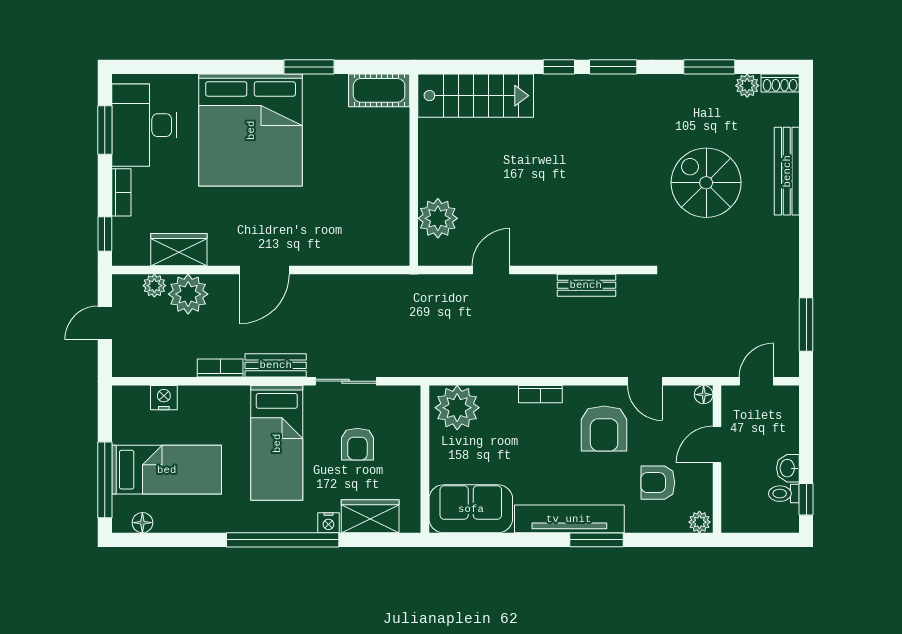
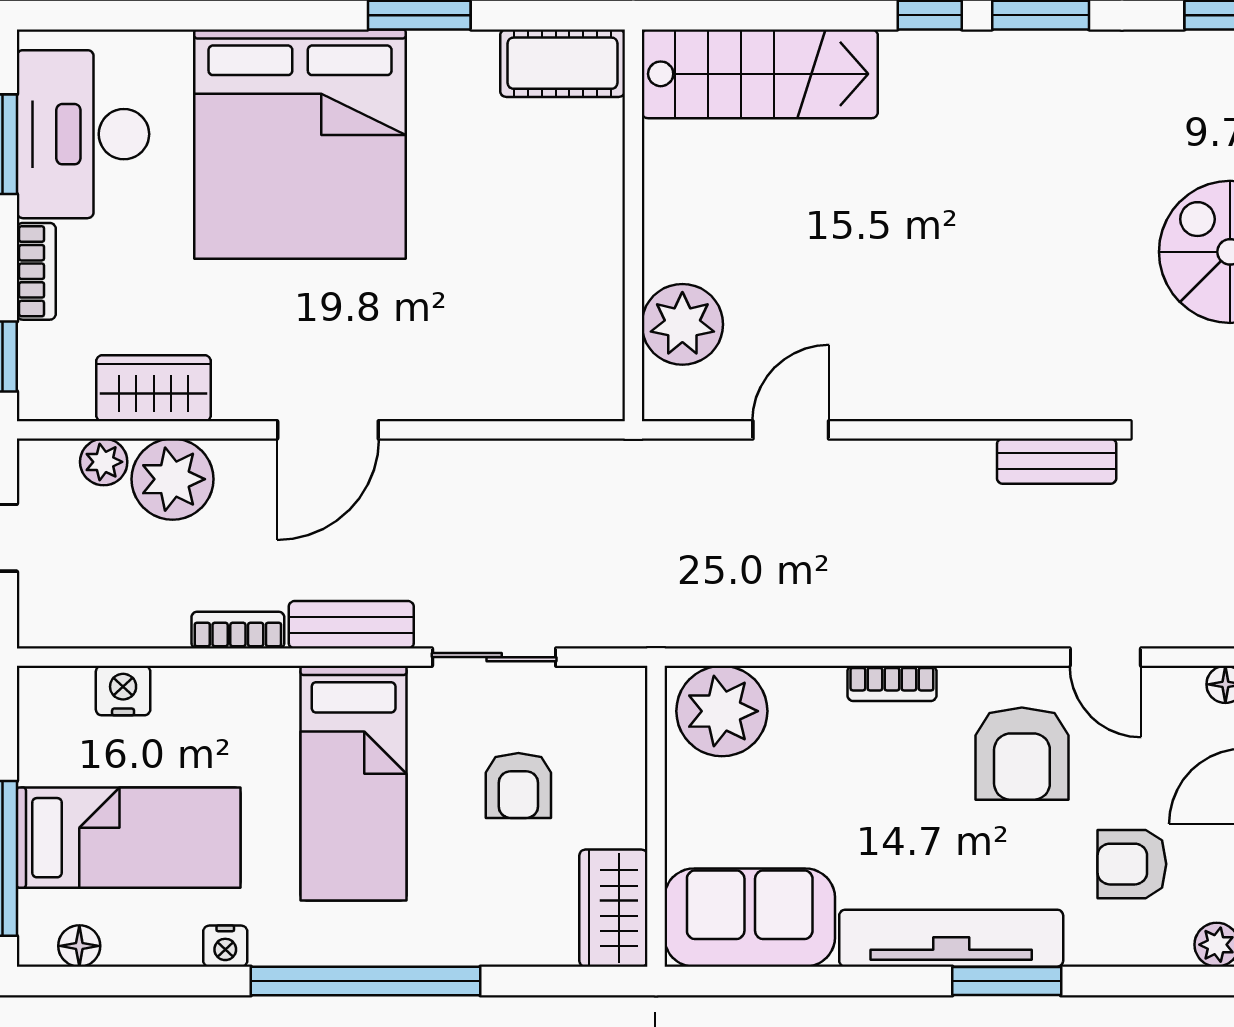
bench: (586, 285) -> (1057, 461), moved
wardrobe: (370, 516) -> (613, 908), moved, turned -90
nightstand: (328, 523) -> (225, 946), moved

